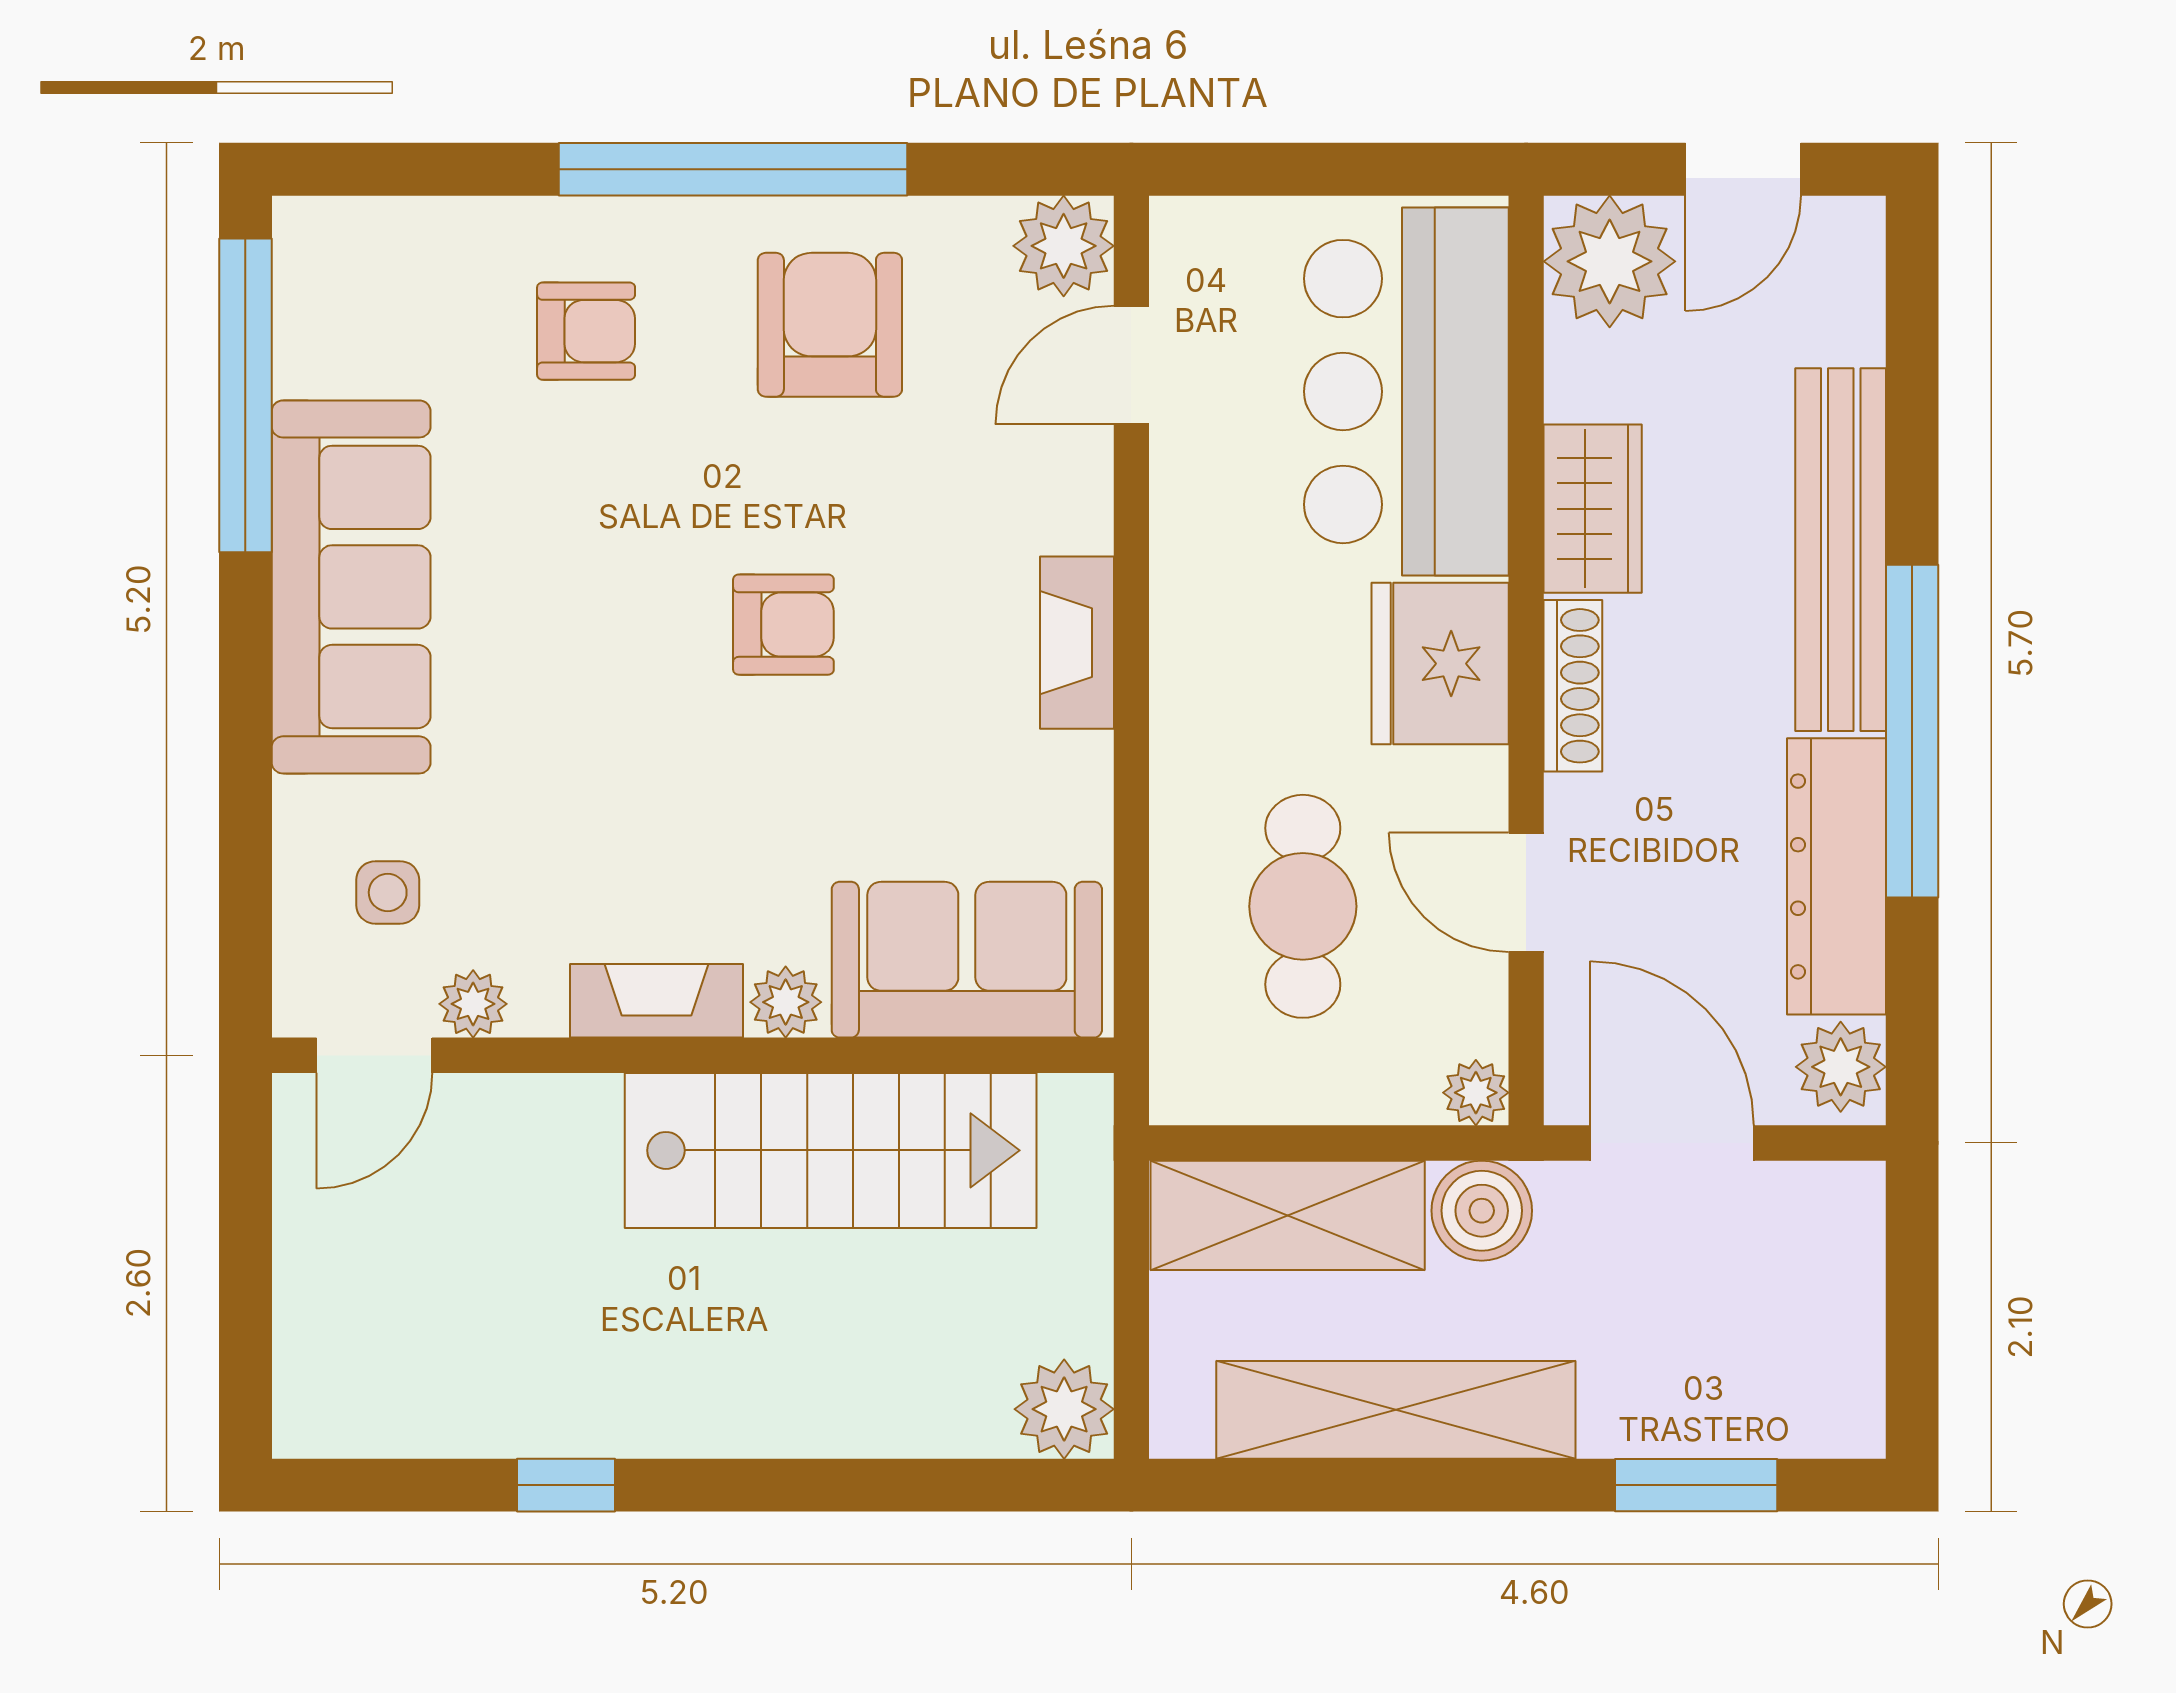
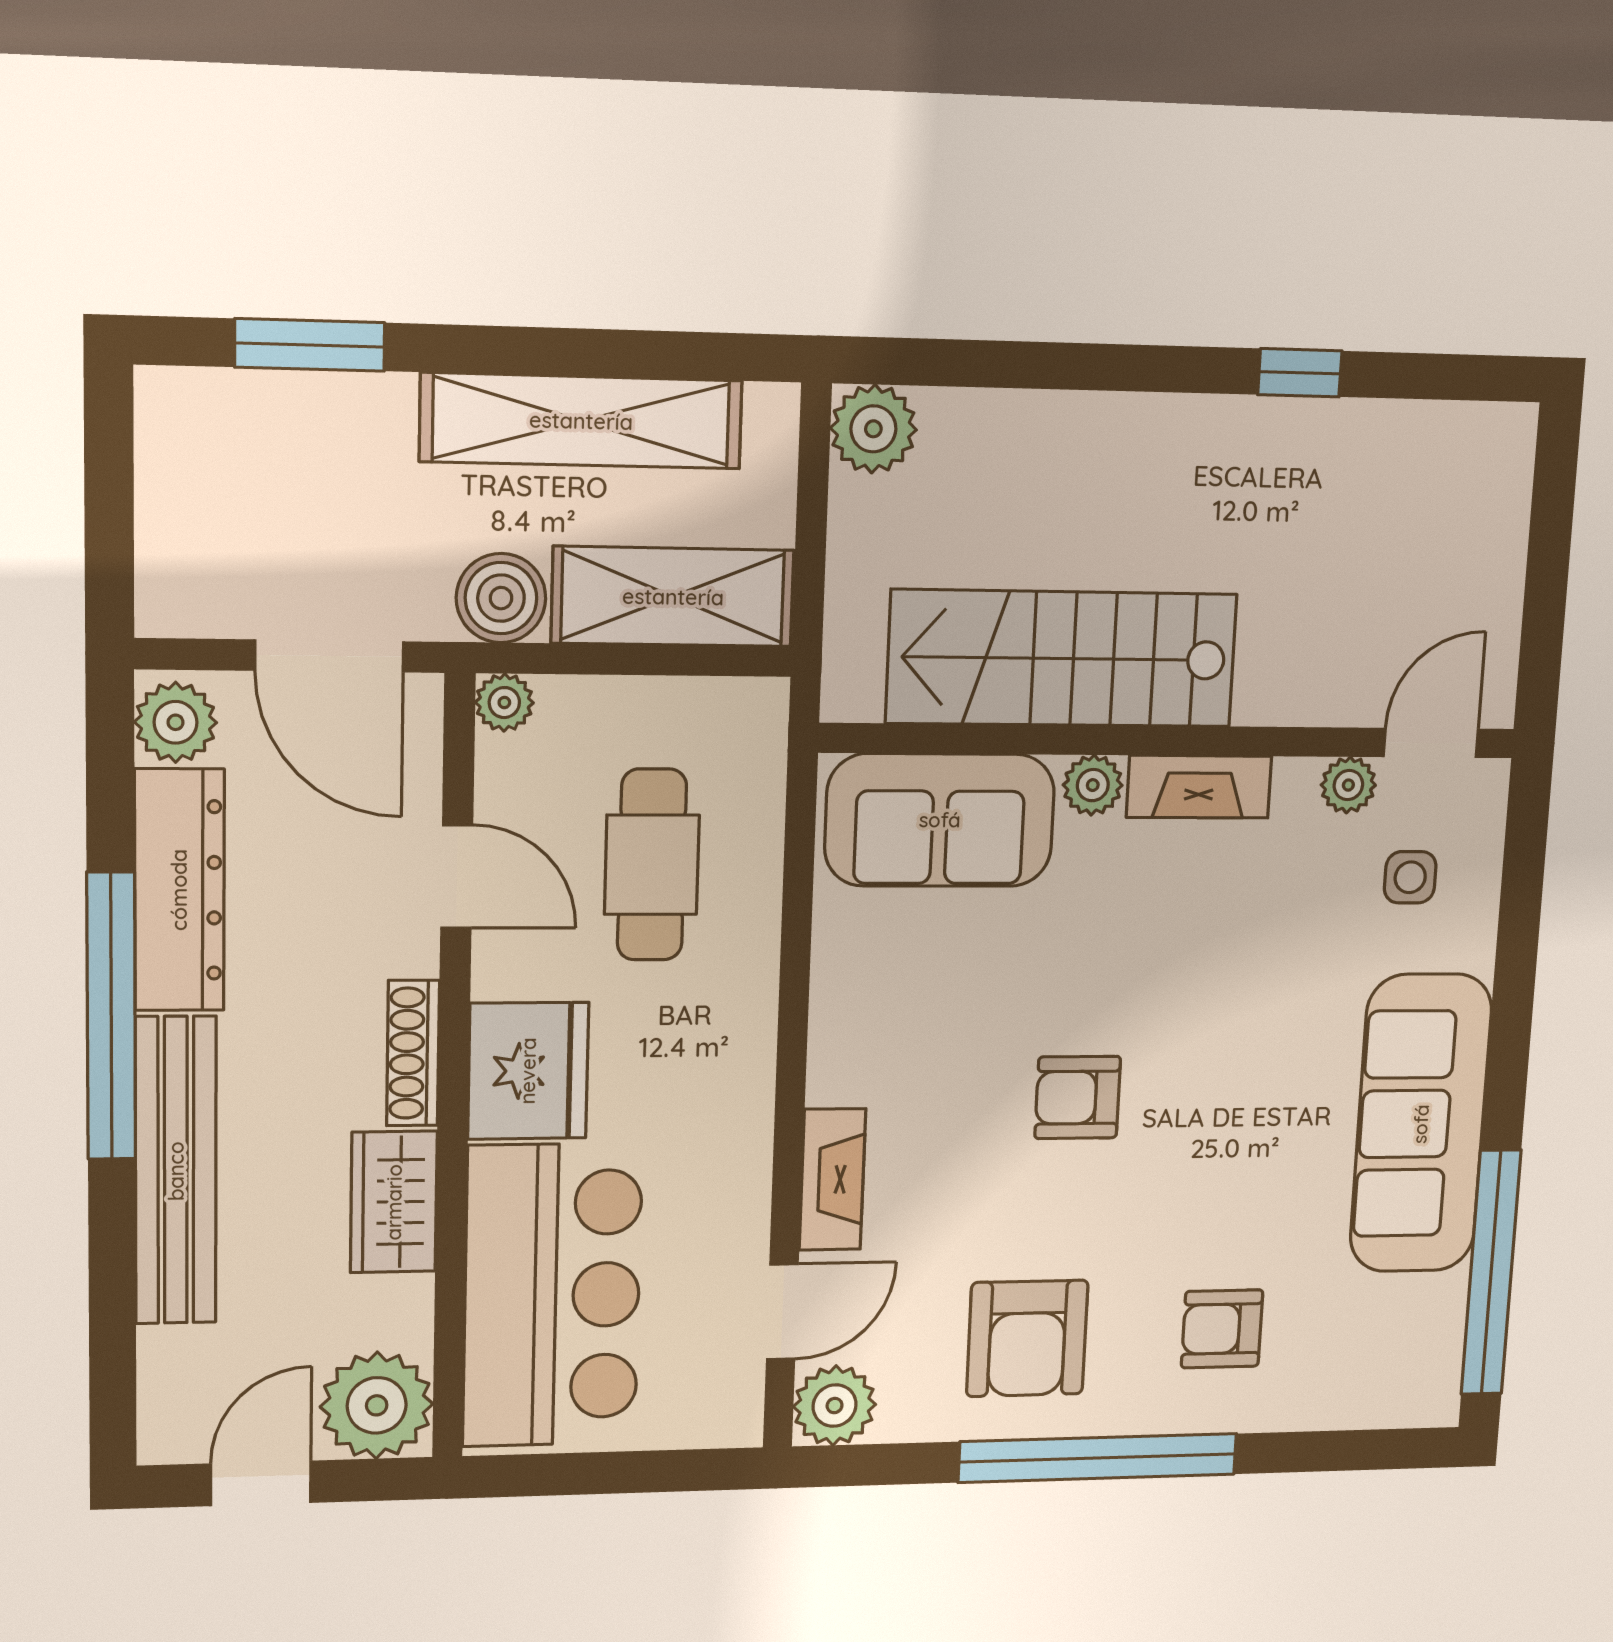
fireplace: (1077, 643) -> (832, 1179), moved

